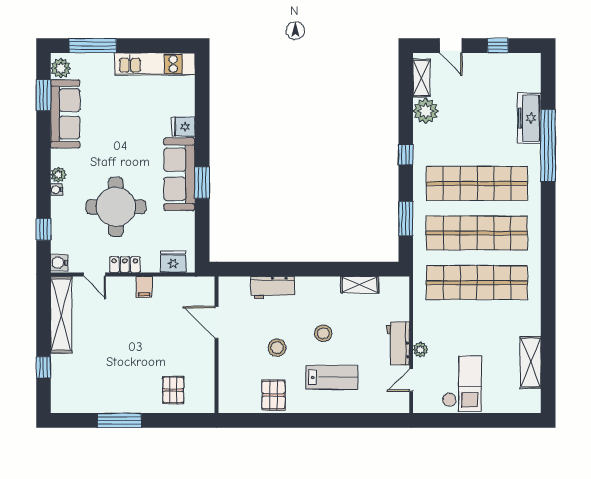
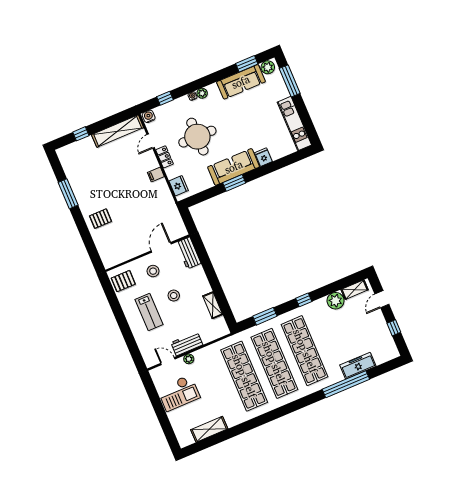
door: (216, 322) -> (161, 247), moved
wall: (216, 345) -> (148, 253), moved

